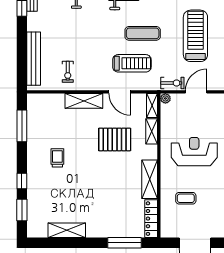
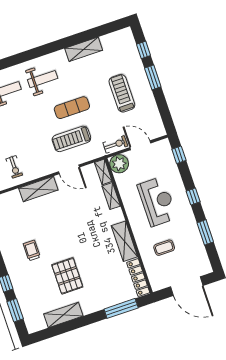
treadmill: (195, 36) -> (122, 93), width x0.73, depth x0.73
treadmill: (132, 63) -> (71, 139), turned 180
door: (196, 92) -> (140, 145), hinge flipped
plant: (165, 98) -> (119, 164), width x1.88, depth x1.88
pallet: (115, 139) -> (67, 276), moved, turned 90
reception desk: (194, 152) -> (157, 202), turned 90

